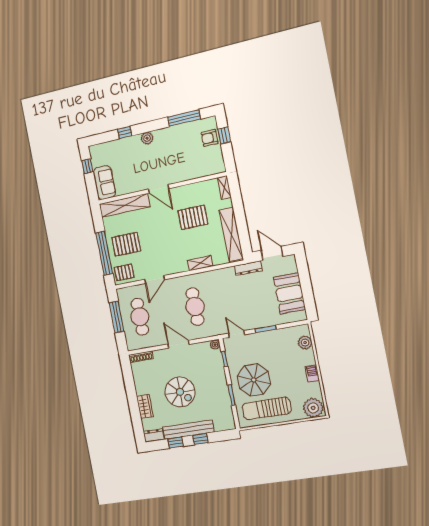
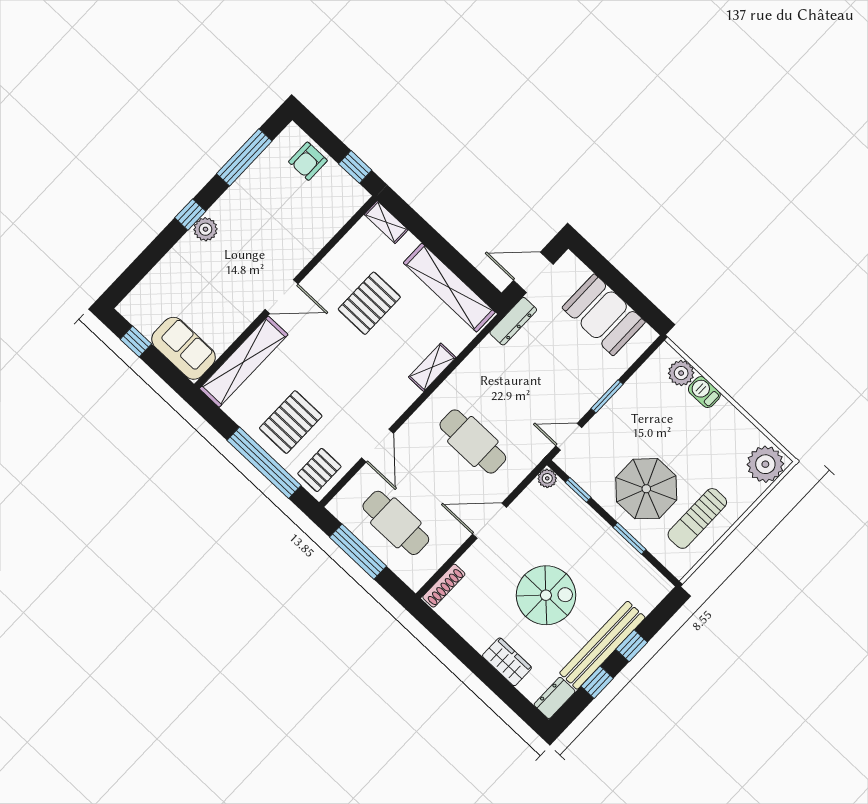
window: (125, 133) -> (190, 215), moved
window: (224, 135) -> (355, 167), moved
barbecue: (312, 373) -> (704, 392), moved
sun lounger: (267, 408) -> (697, 518), width x0.73, depth x0.75

